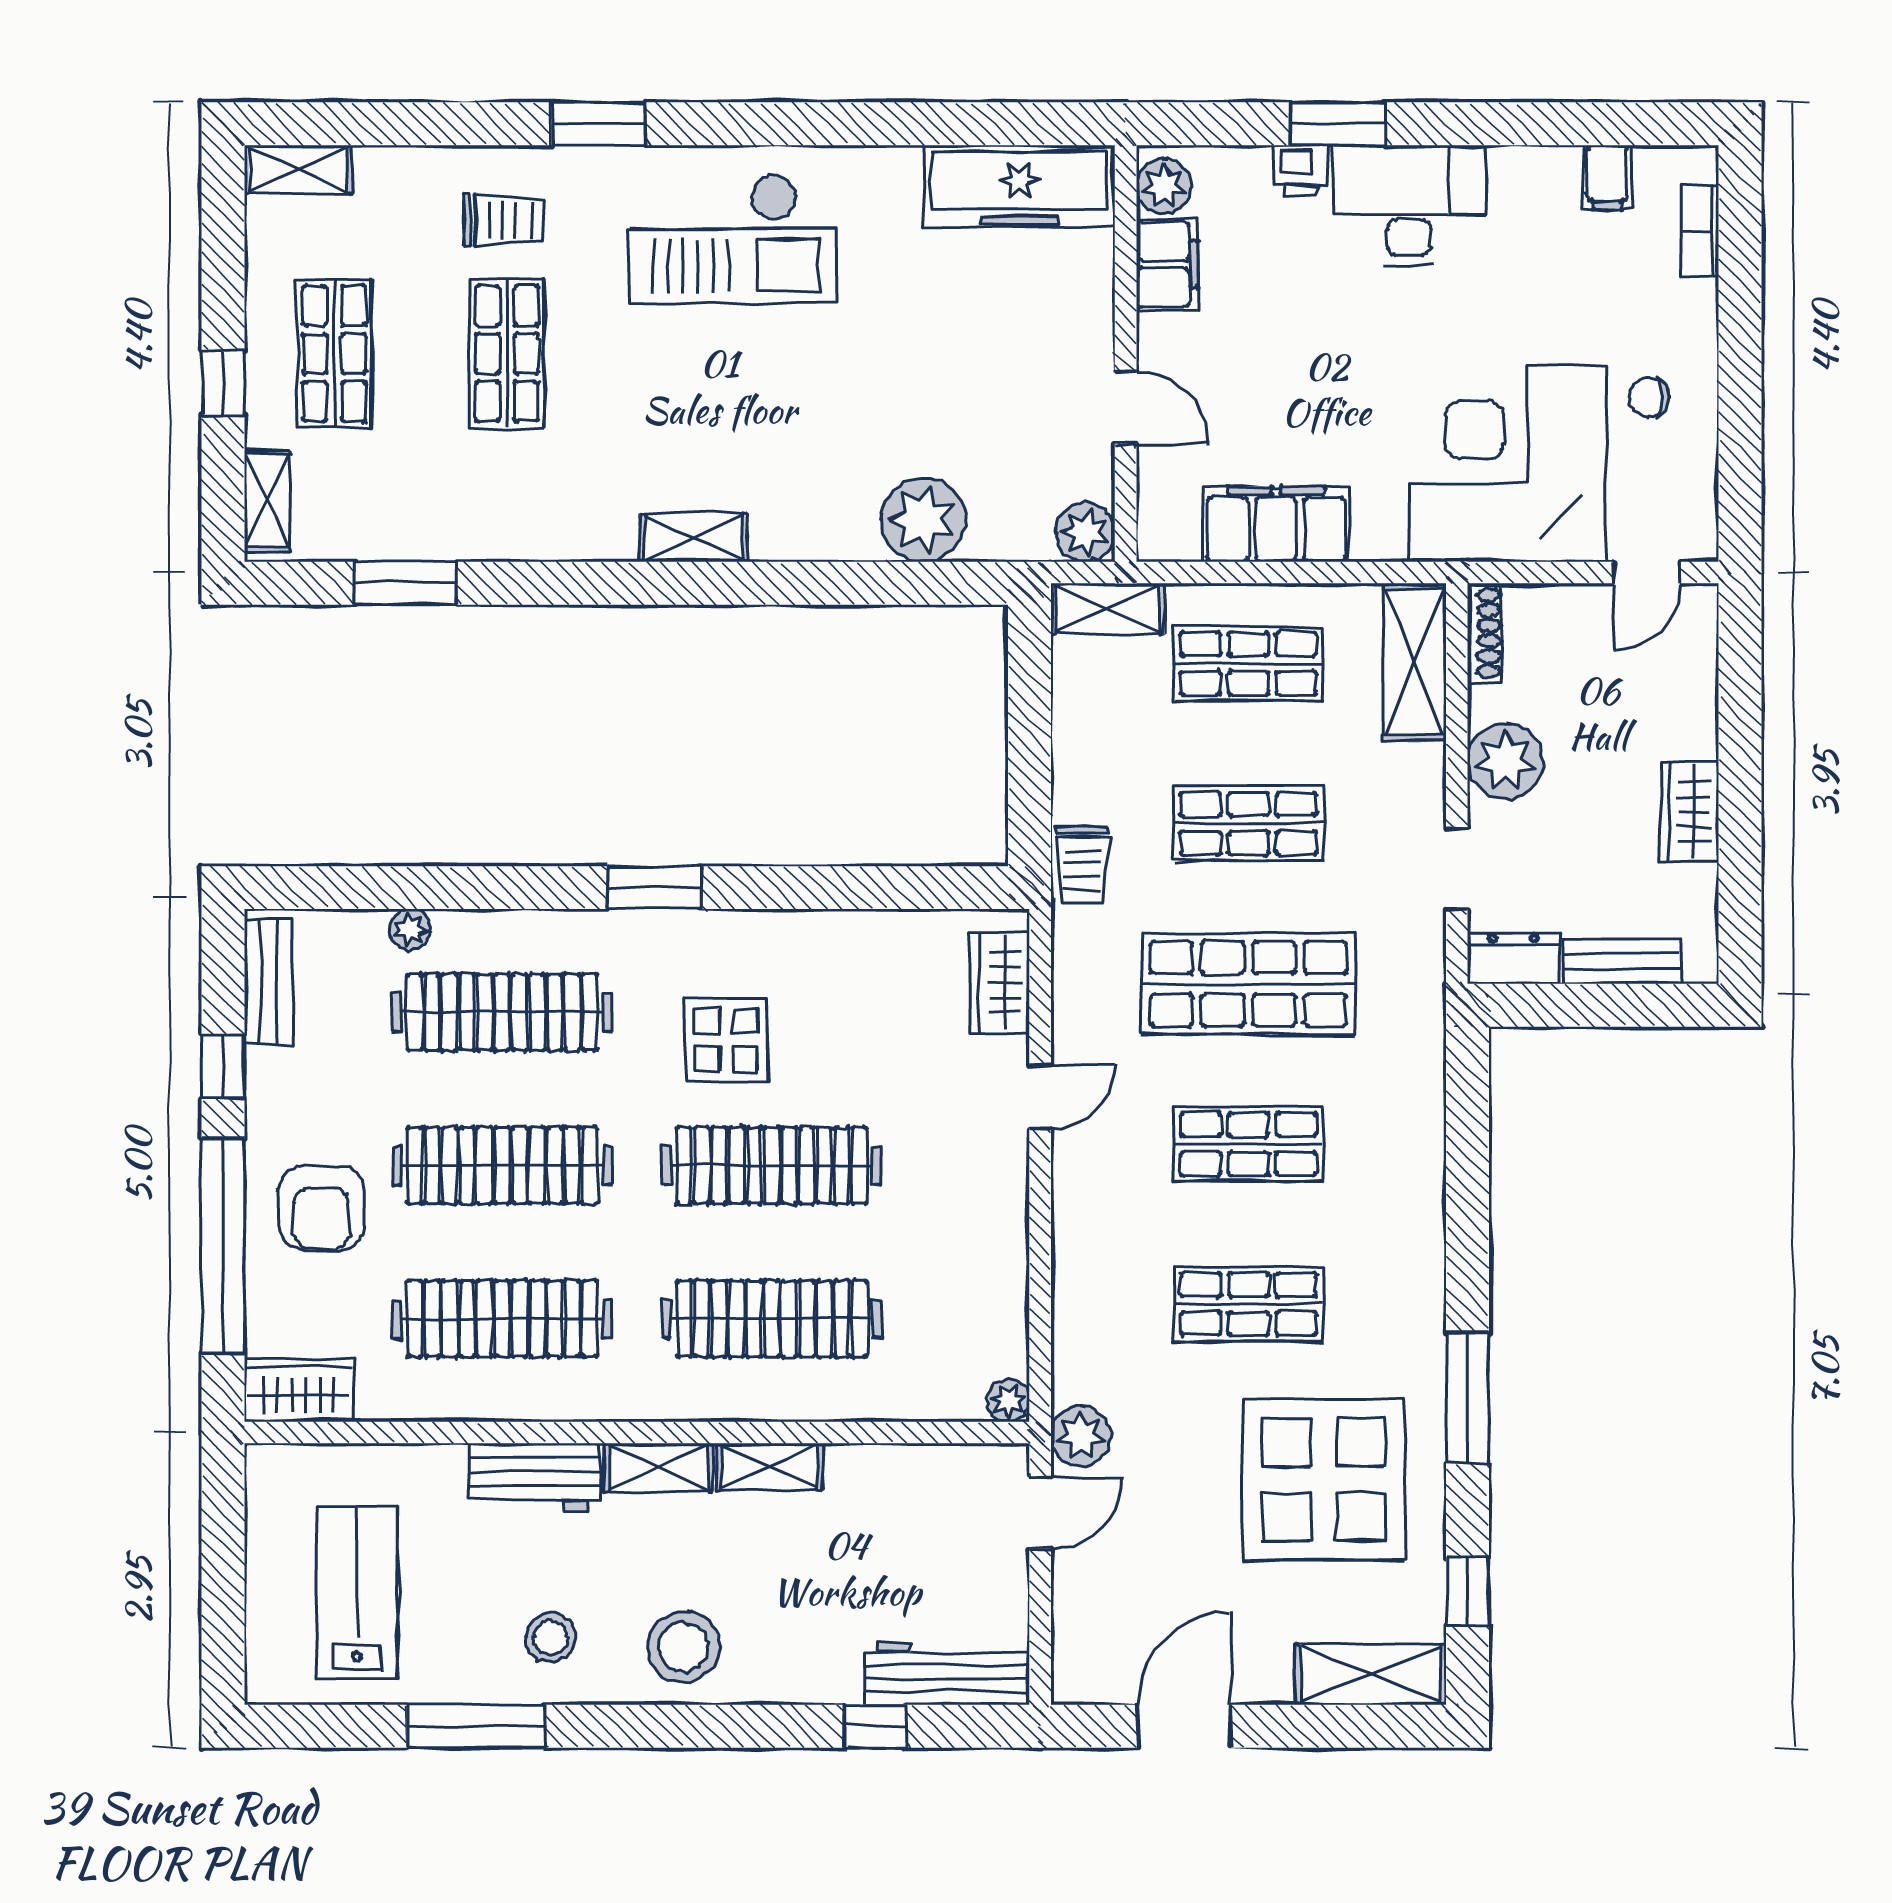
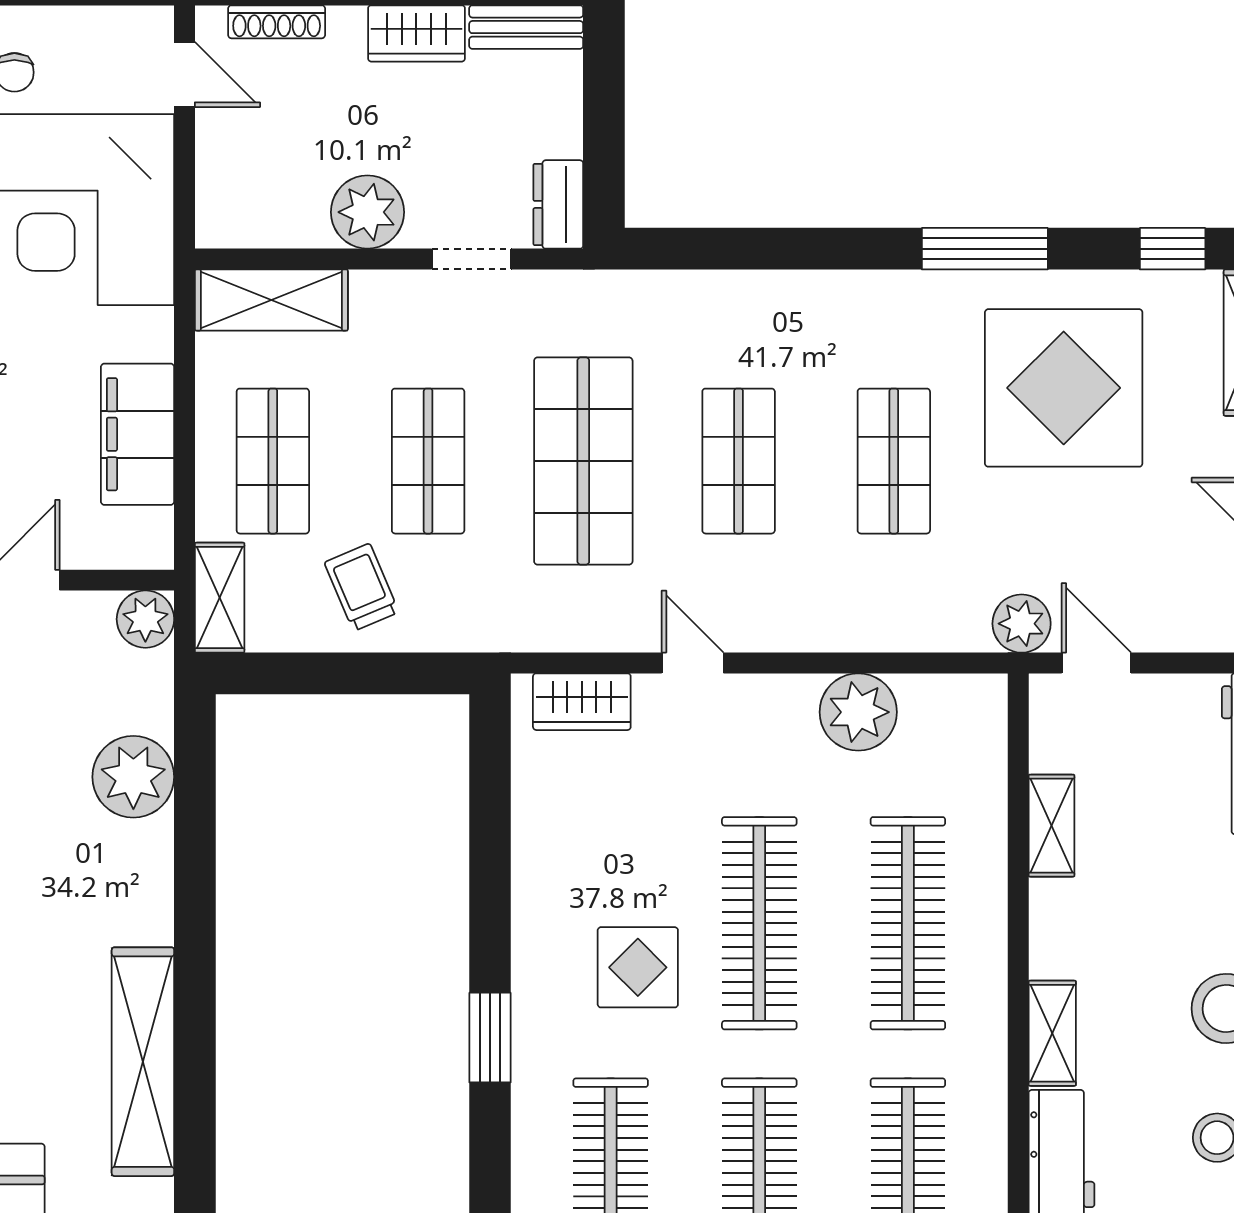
shelving: (693, 538) -> (143, 1062), width x2.20, depth x1.33
shoe rack: (1484, 633) -> (277, 22), moved, turned 180
trolley: (1082, 865) -> (362, 587), moved, turned -113
bench: (1622, 961) -> (526, 27), moved, turned 90
plant: (1008, 1400) -> (858, 712), moved, width x1.88, depth x1.88
shelving: (769, 1467) -> (1052, 826), moved

